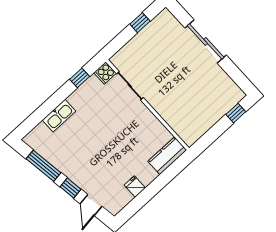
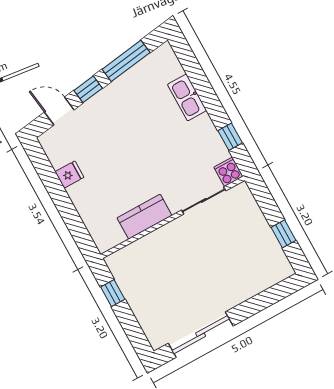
sliding door: (206, 41) -> (201, 335), moved
window: (236, 113) -> (113, 293), moved
kitchen counter: (167, 156) -> (144, 217), moved, turned -90

